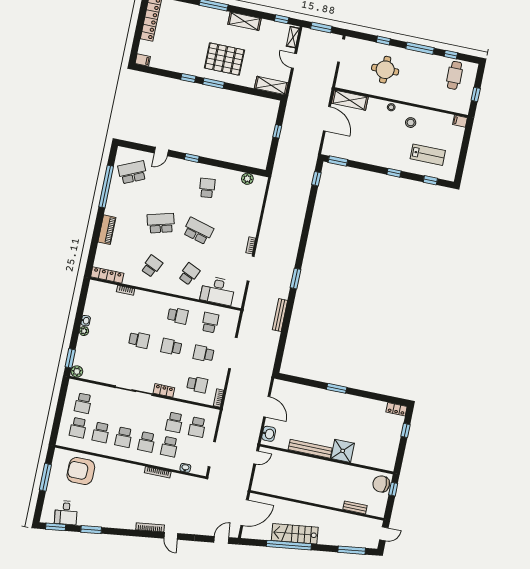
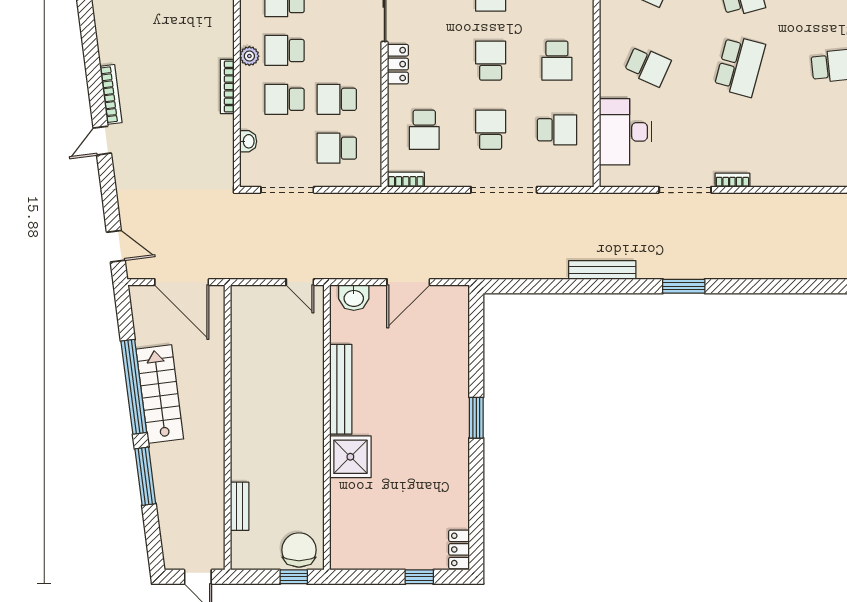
plant: (146, 459) -> (249, 56), added
window: (352, 550) -> (145, 476), moved

